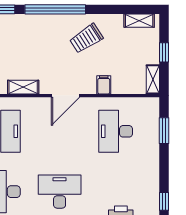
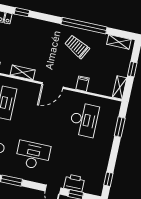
window: (55, 9) -> (84, 26), moved
trolley: (86, 38) -> (77, 47), turned 61
desk: (116, 131) -> (84, 120), turned 180

